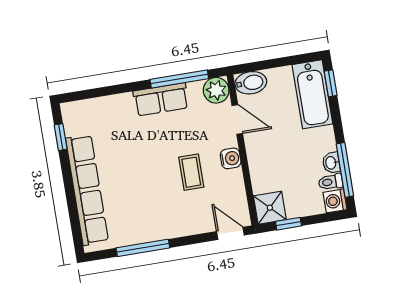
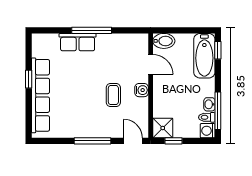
window: (179, 79) -> (92, 30), moved
plant: (216, 90) -> (139, 42), removed
row of seats: (161, 99) -> (78, 42), moved
window: (61, 137) -> (29, 79), moved
window: (143, 248) -> (92, 141), moved

